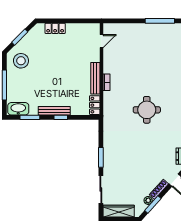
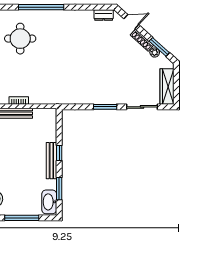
locker: (95, 105) -> (45, 114), removed
round table: (147, 110) -> (20, 39), moved

